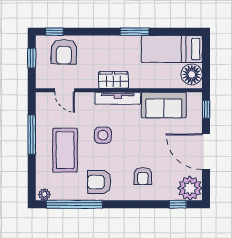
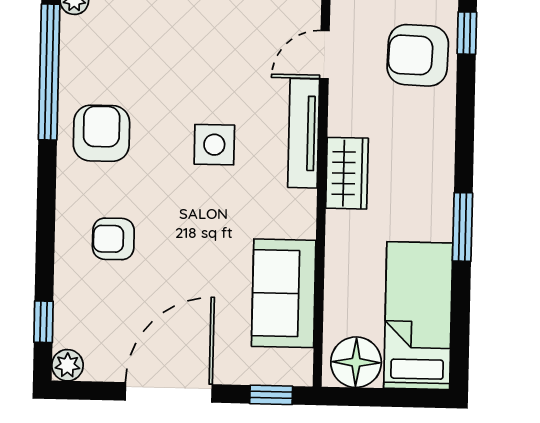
tv unit: (118, 98) -> (304, 133), moved
coffee table: (65, 150) -> (180, 52), removed
plant: (190, 188) -> (67, 365), width x0.53, depth x0.53

